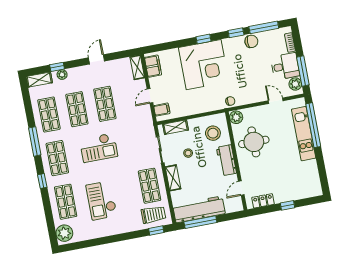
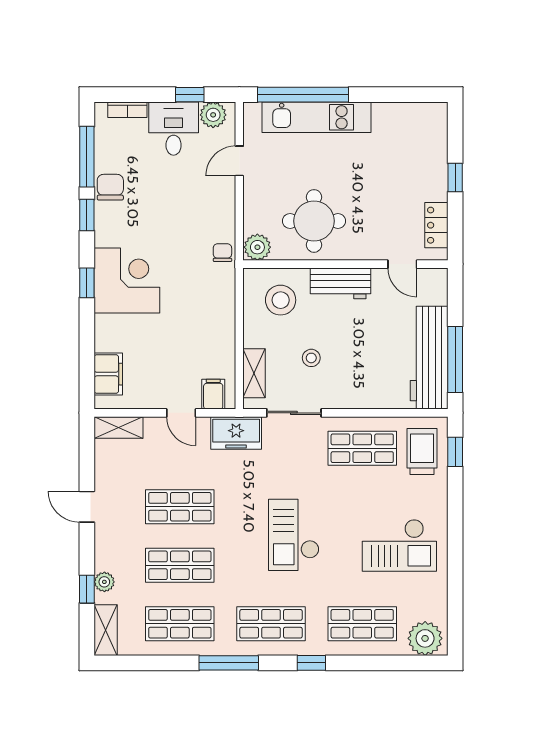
corner desk: (204, 65) -> (127, 281), width x0.74, depth x0.74
filing cabinet: (153, 66) -> (108, 374), moved, turned 90
window: (303, 71) -> (190, 95), width x0.46
freezer: (145, 124) -> (236, 433), added
checkout: (99, 148) -> (294, 535), moved, turned 180
shelving: (173, 178) -> (355, 398), removed
checkout: (101, 200) -> (399, 545), moved

